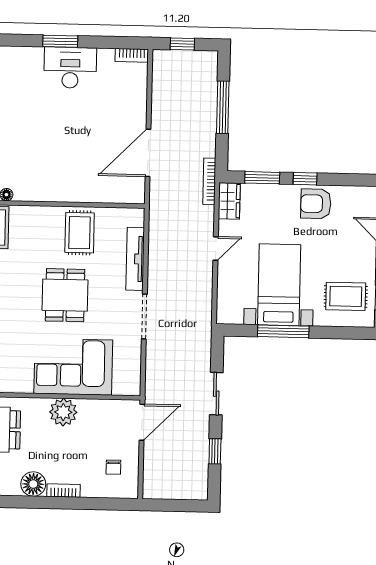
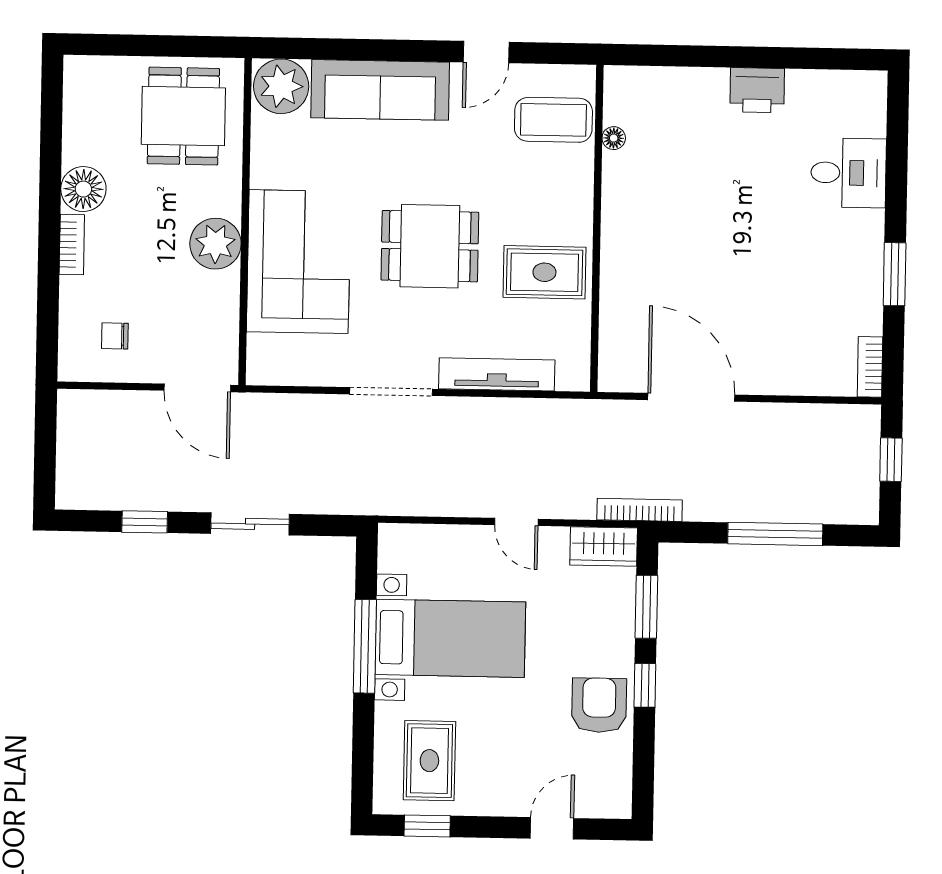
window: (60, 41) -> (895, 274), moved
desk: (70, 68) -> (848, 173), moved, width x0.73

